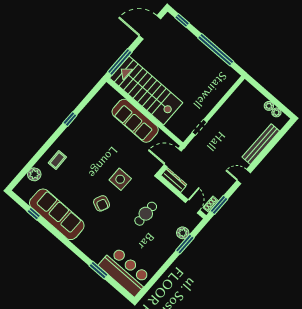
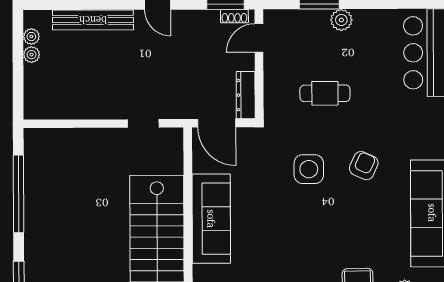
plant: (183, 233) -> (341, 20), moved

